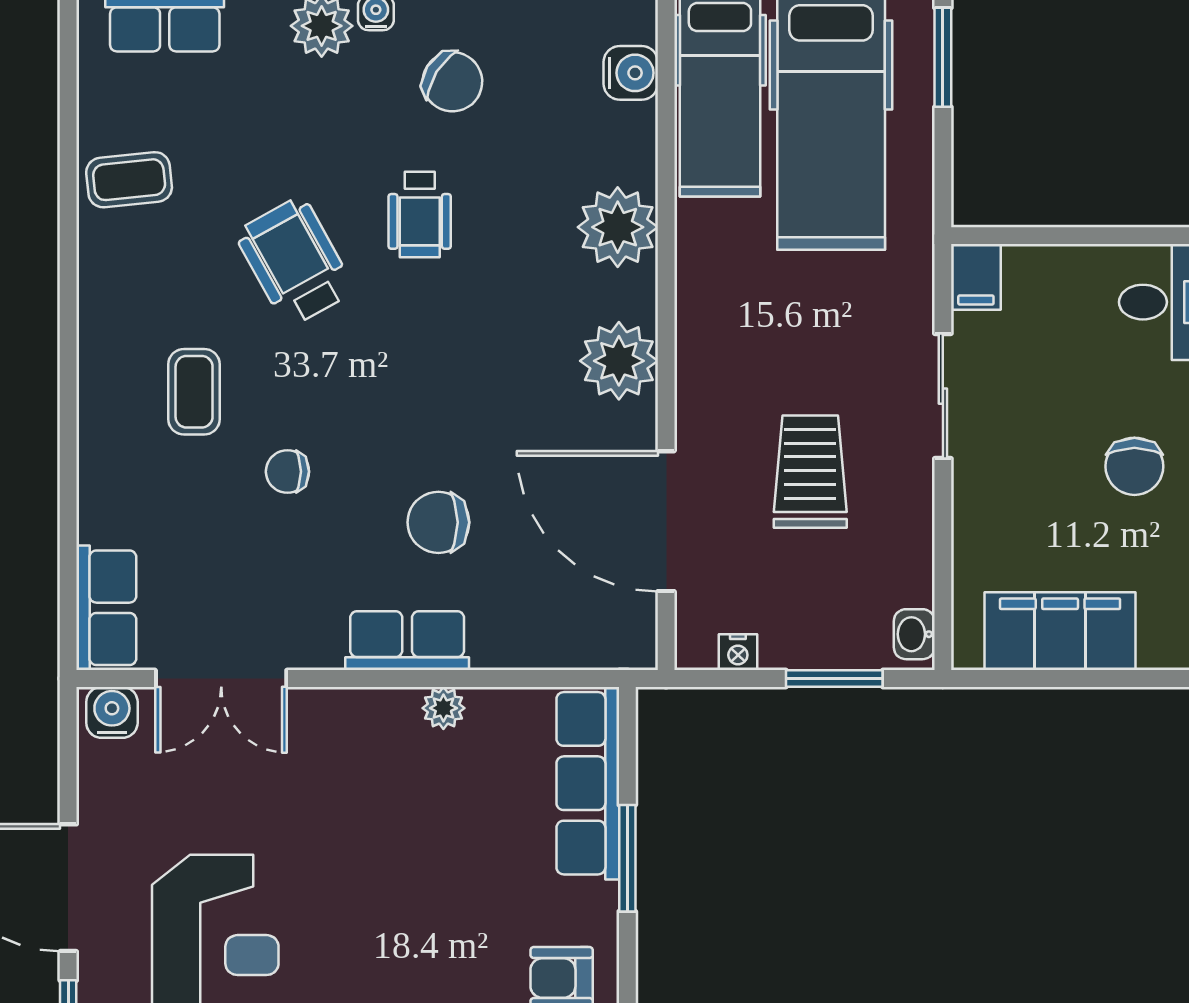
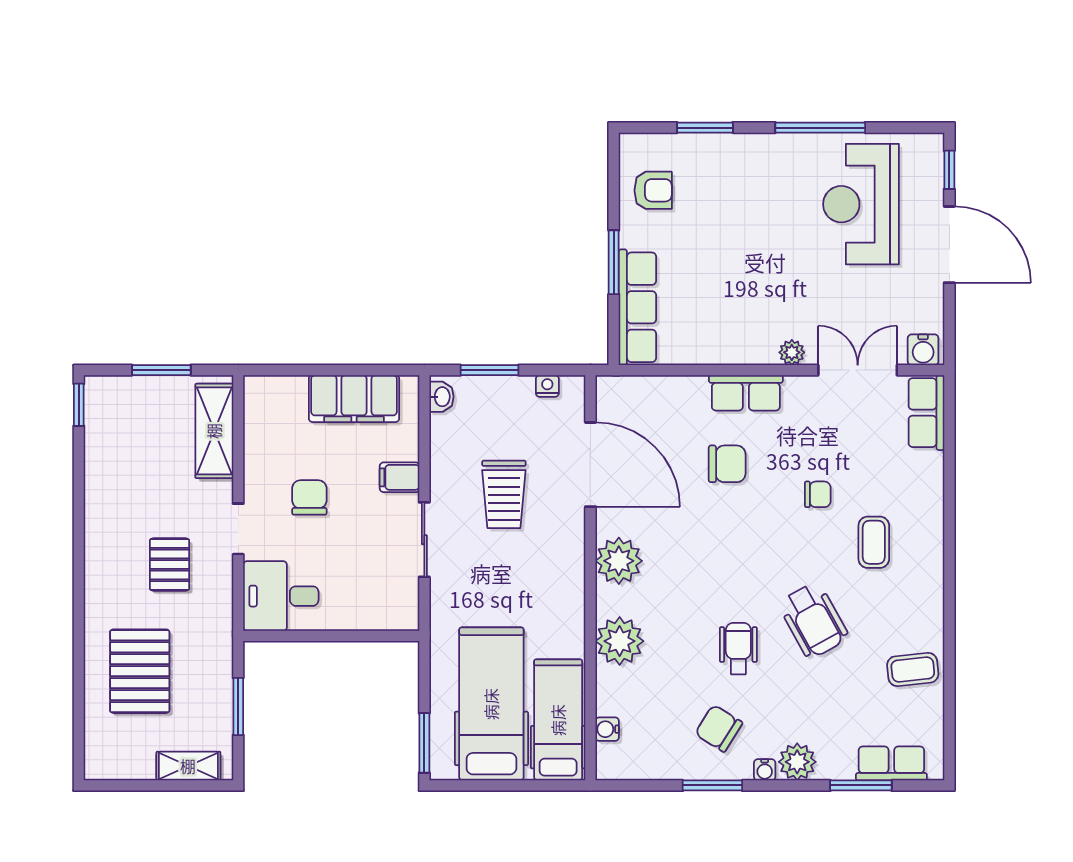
water cooler: (631, 73) -> (607, 729), width x0.72, depth x0.72
filing cabinet: (976, 277) -> (400, 477), moved, turned -90
plant: (443, 708) -> (792, 352), moved

